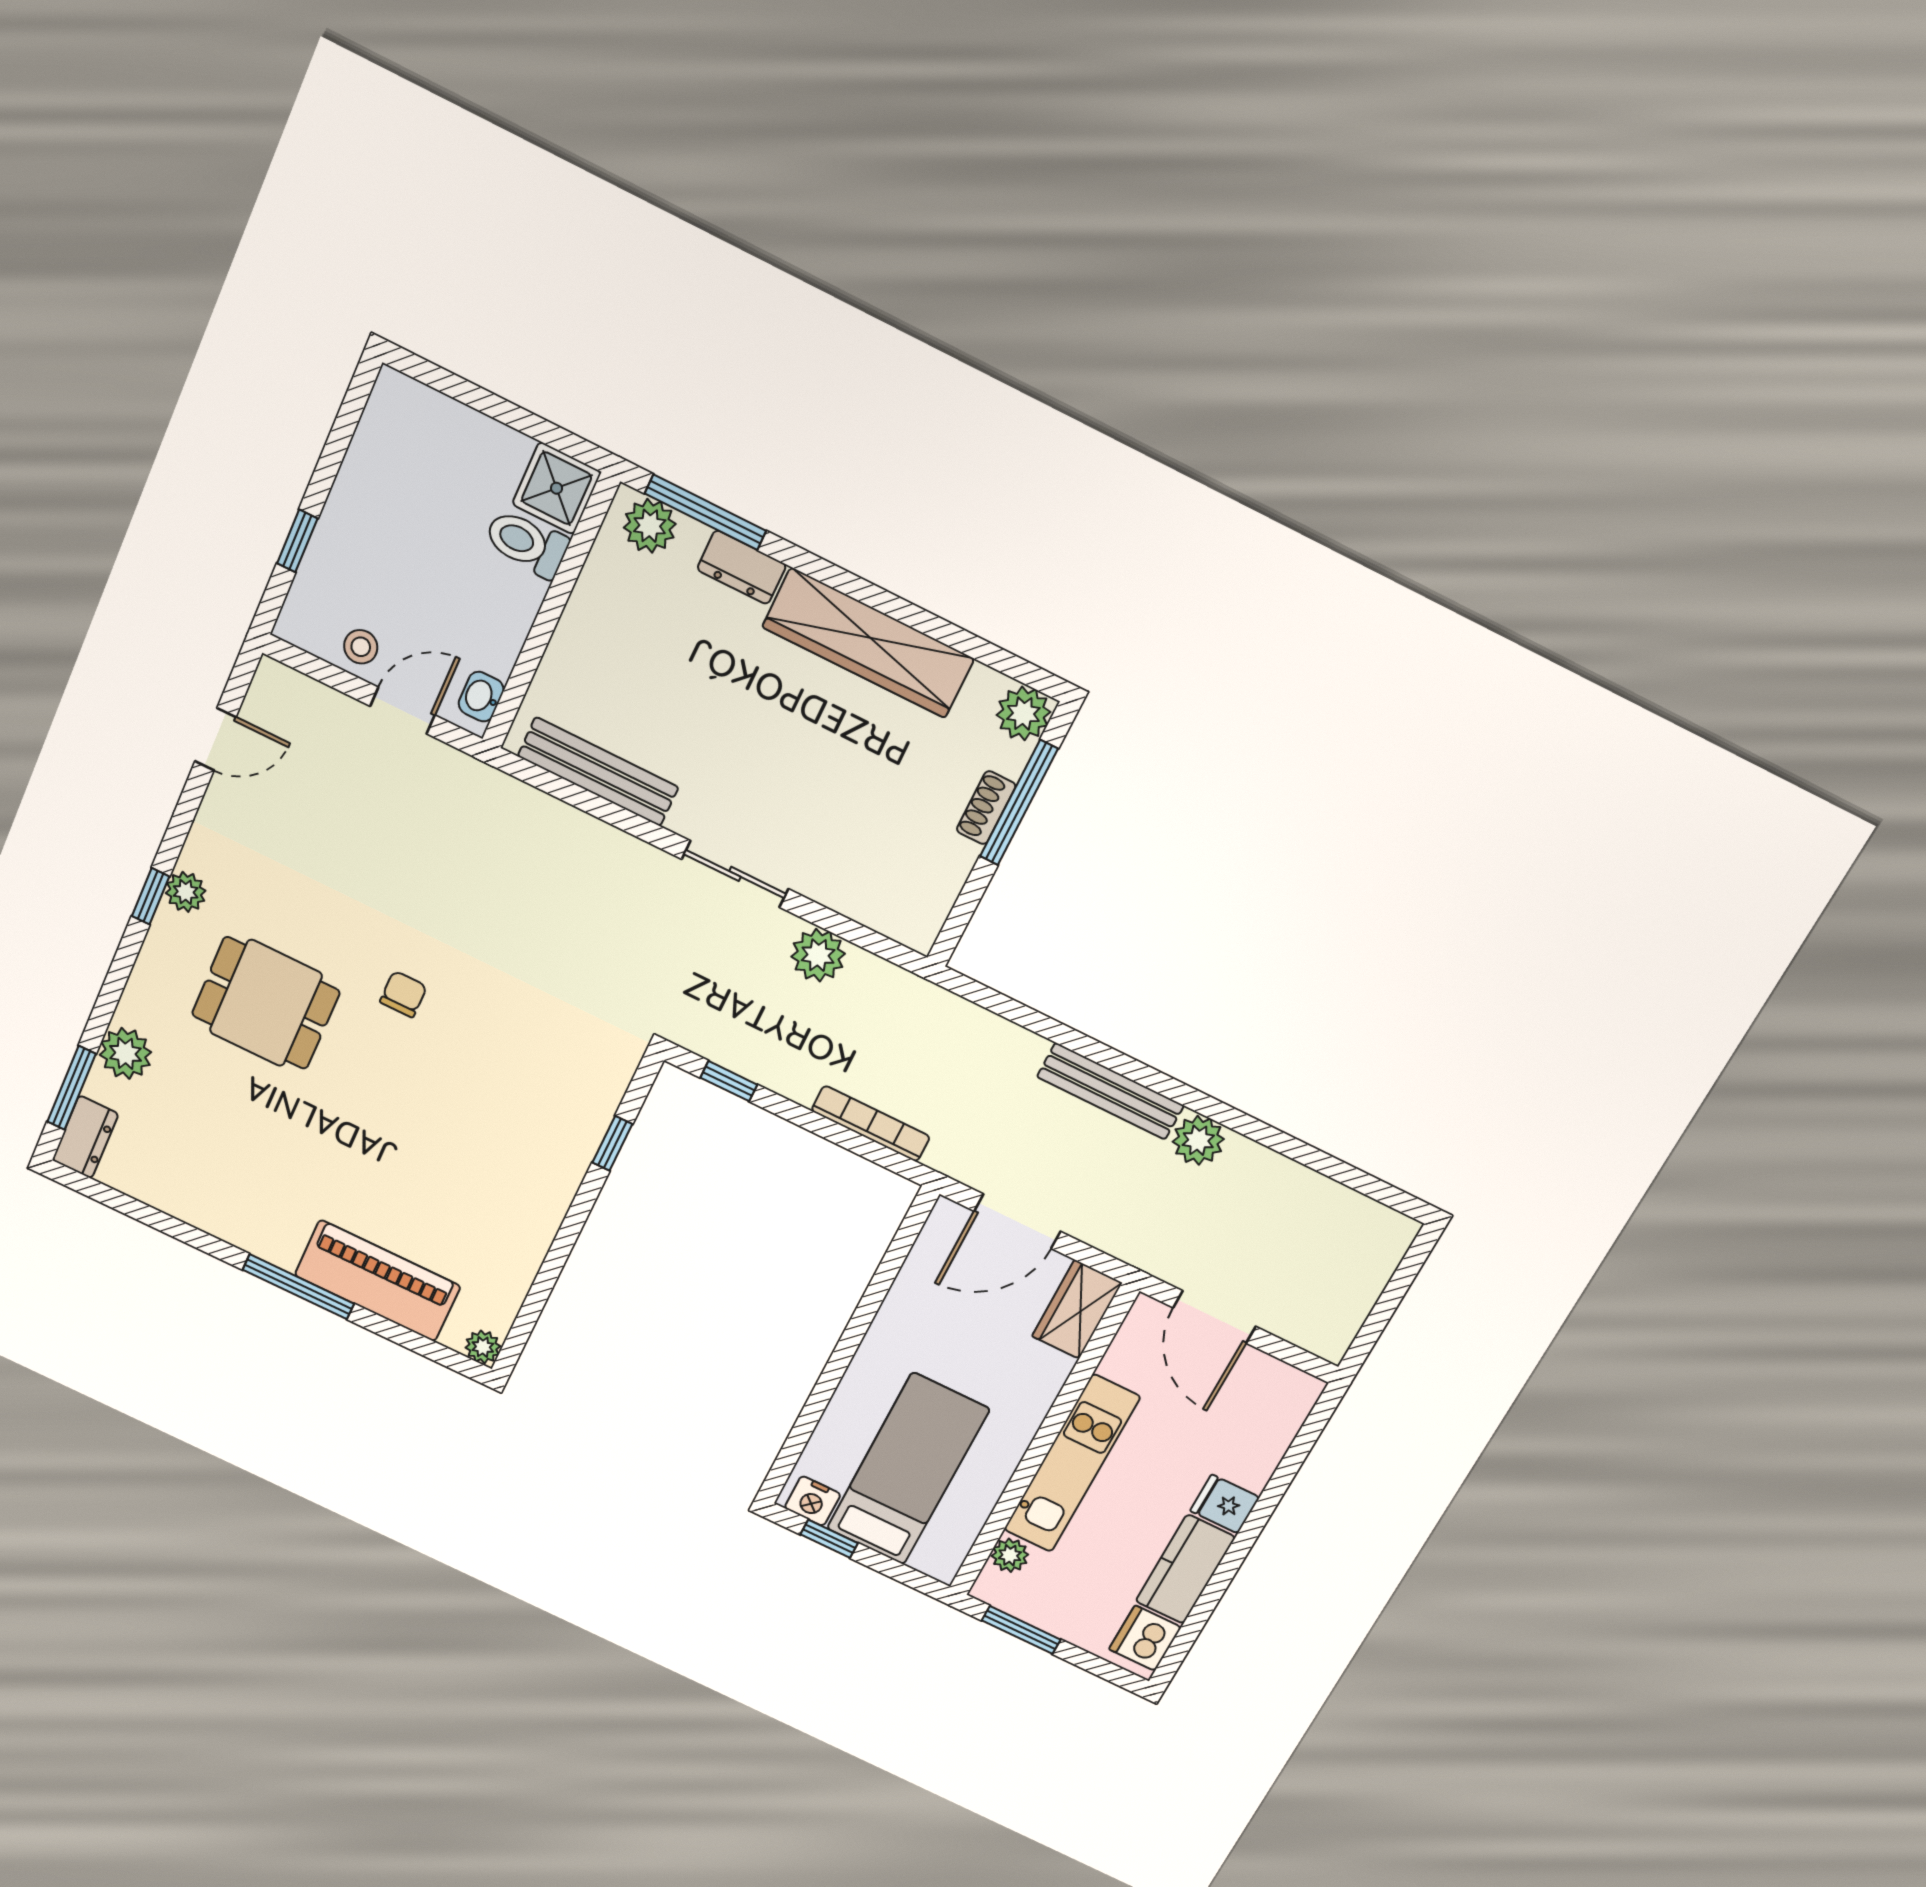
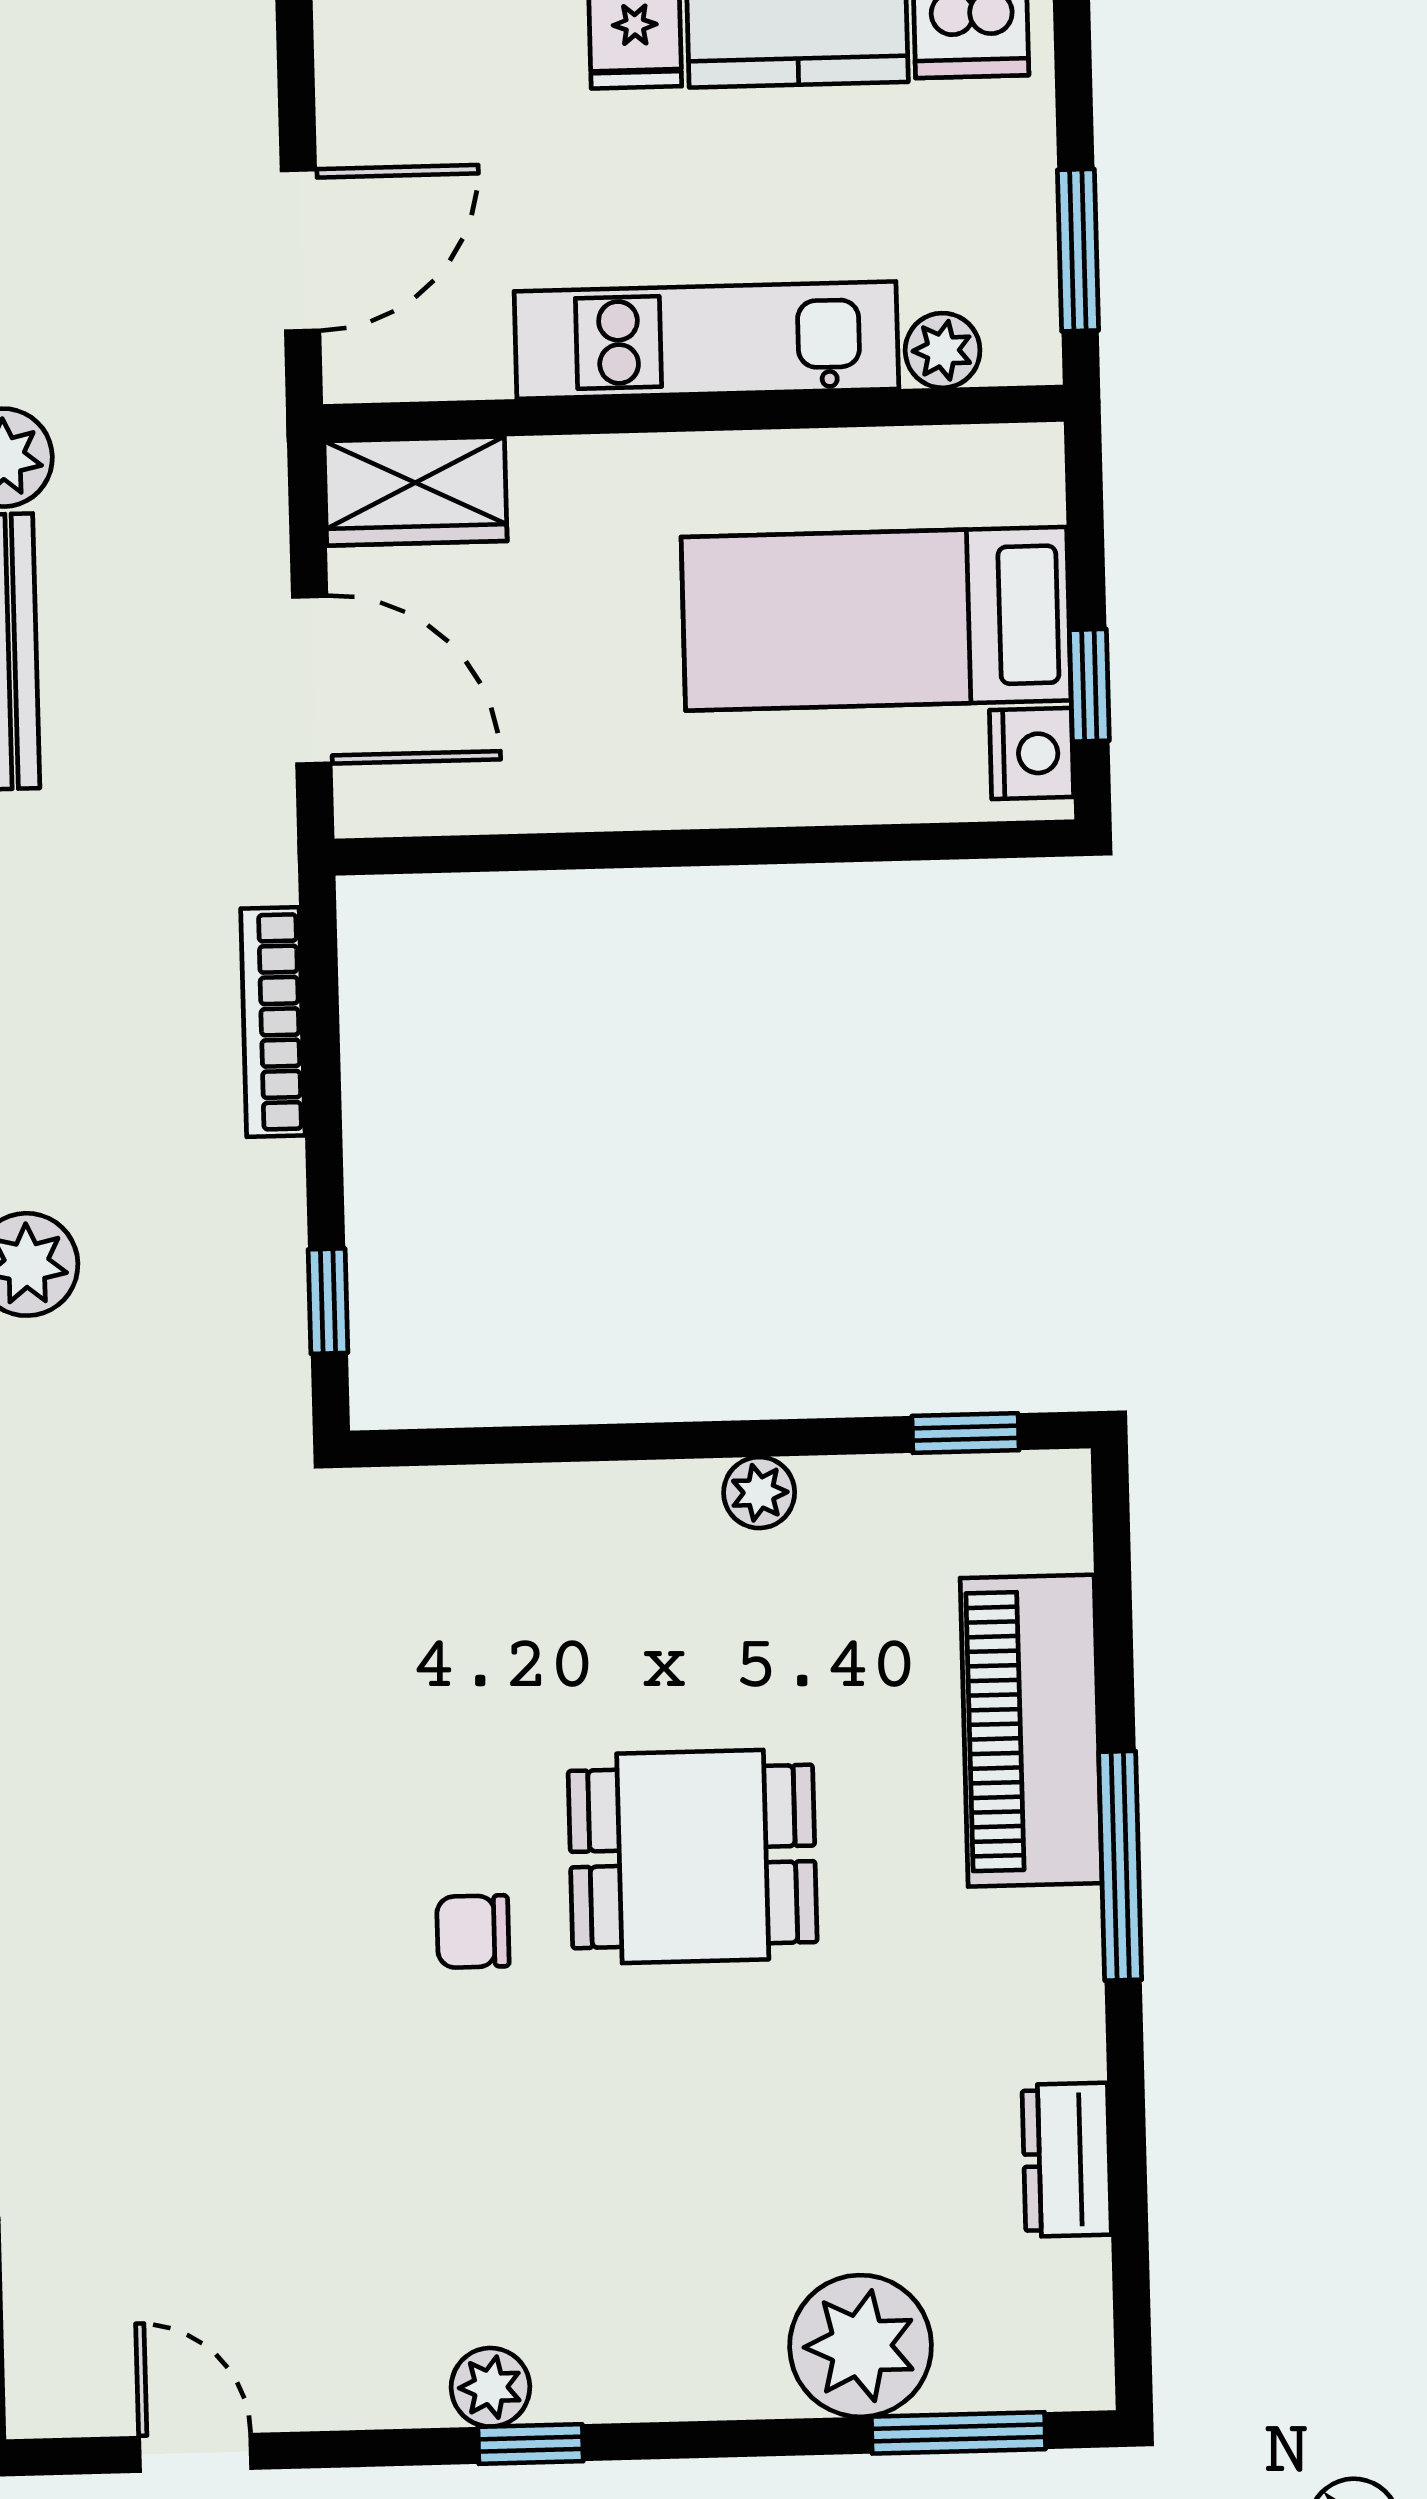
dining table: (266, 1003) -> (693, 1856), moved, turned 90
plant: (125, 1053) -> (861, 2346), width x1.36, depth x1.36
dresser: (85, 1137) -> (1067, 2160), moved, turned -90
window: (612, 1143) -> (965, 1433), moved
plant: (483, 1347) -> (759, 1493), moved

